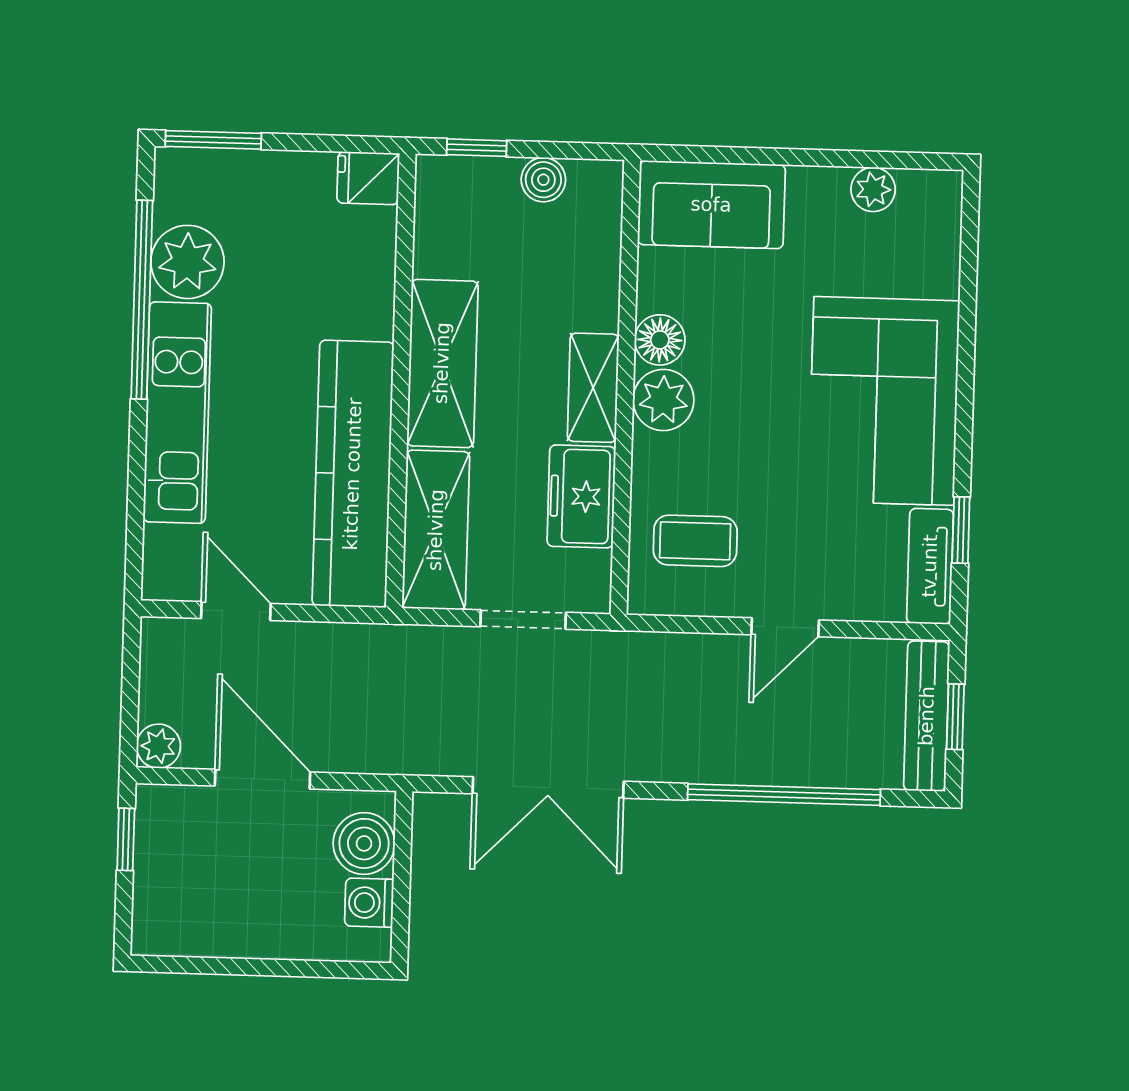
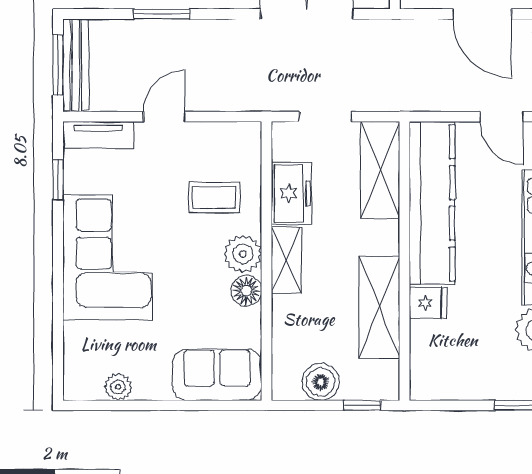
fridge: (368, 178) -> (428, 303), moved
boiler: (543, 180) -> (321, 382), width x1.36, depth x1.36
shelving: (442, 363) -> (379, 307), moved
coffee table: (695, 541) -> (214, 197), moved
tv unit: (930, 566) -> (98, 135), moved, turned 90
window: (955, 717) -> (58, 65), width x1.50
window: (784, 795) -> (162, 14), width x0.47

